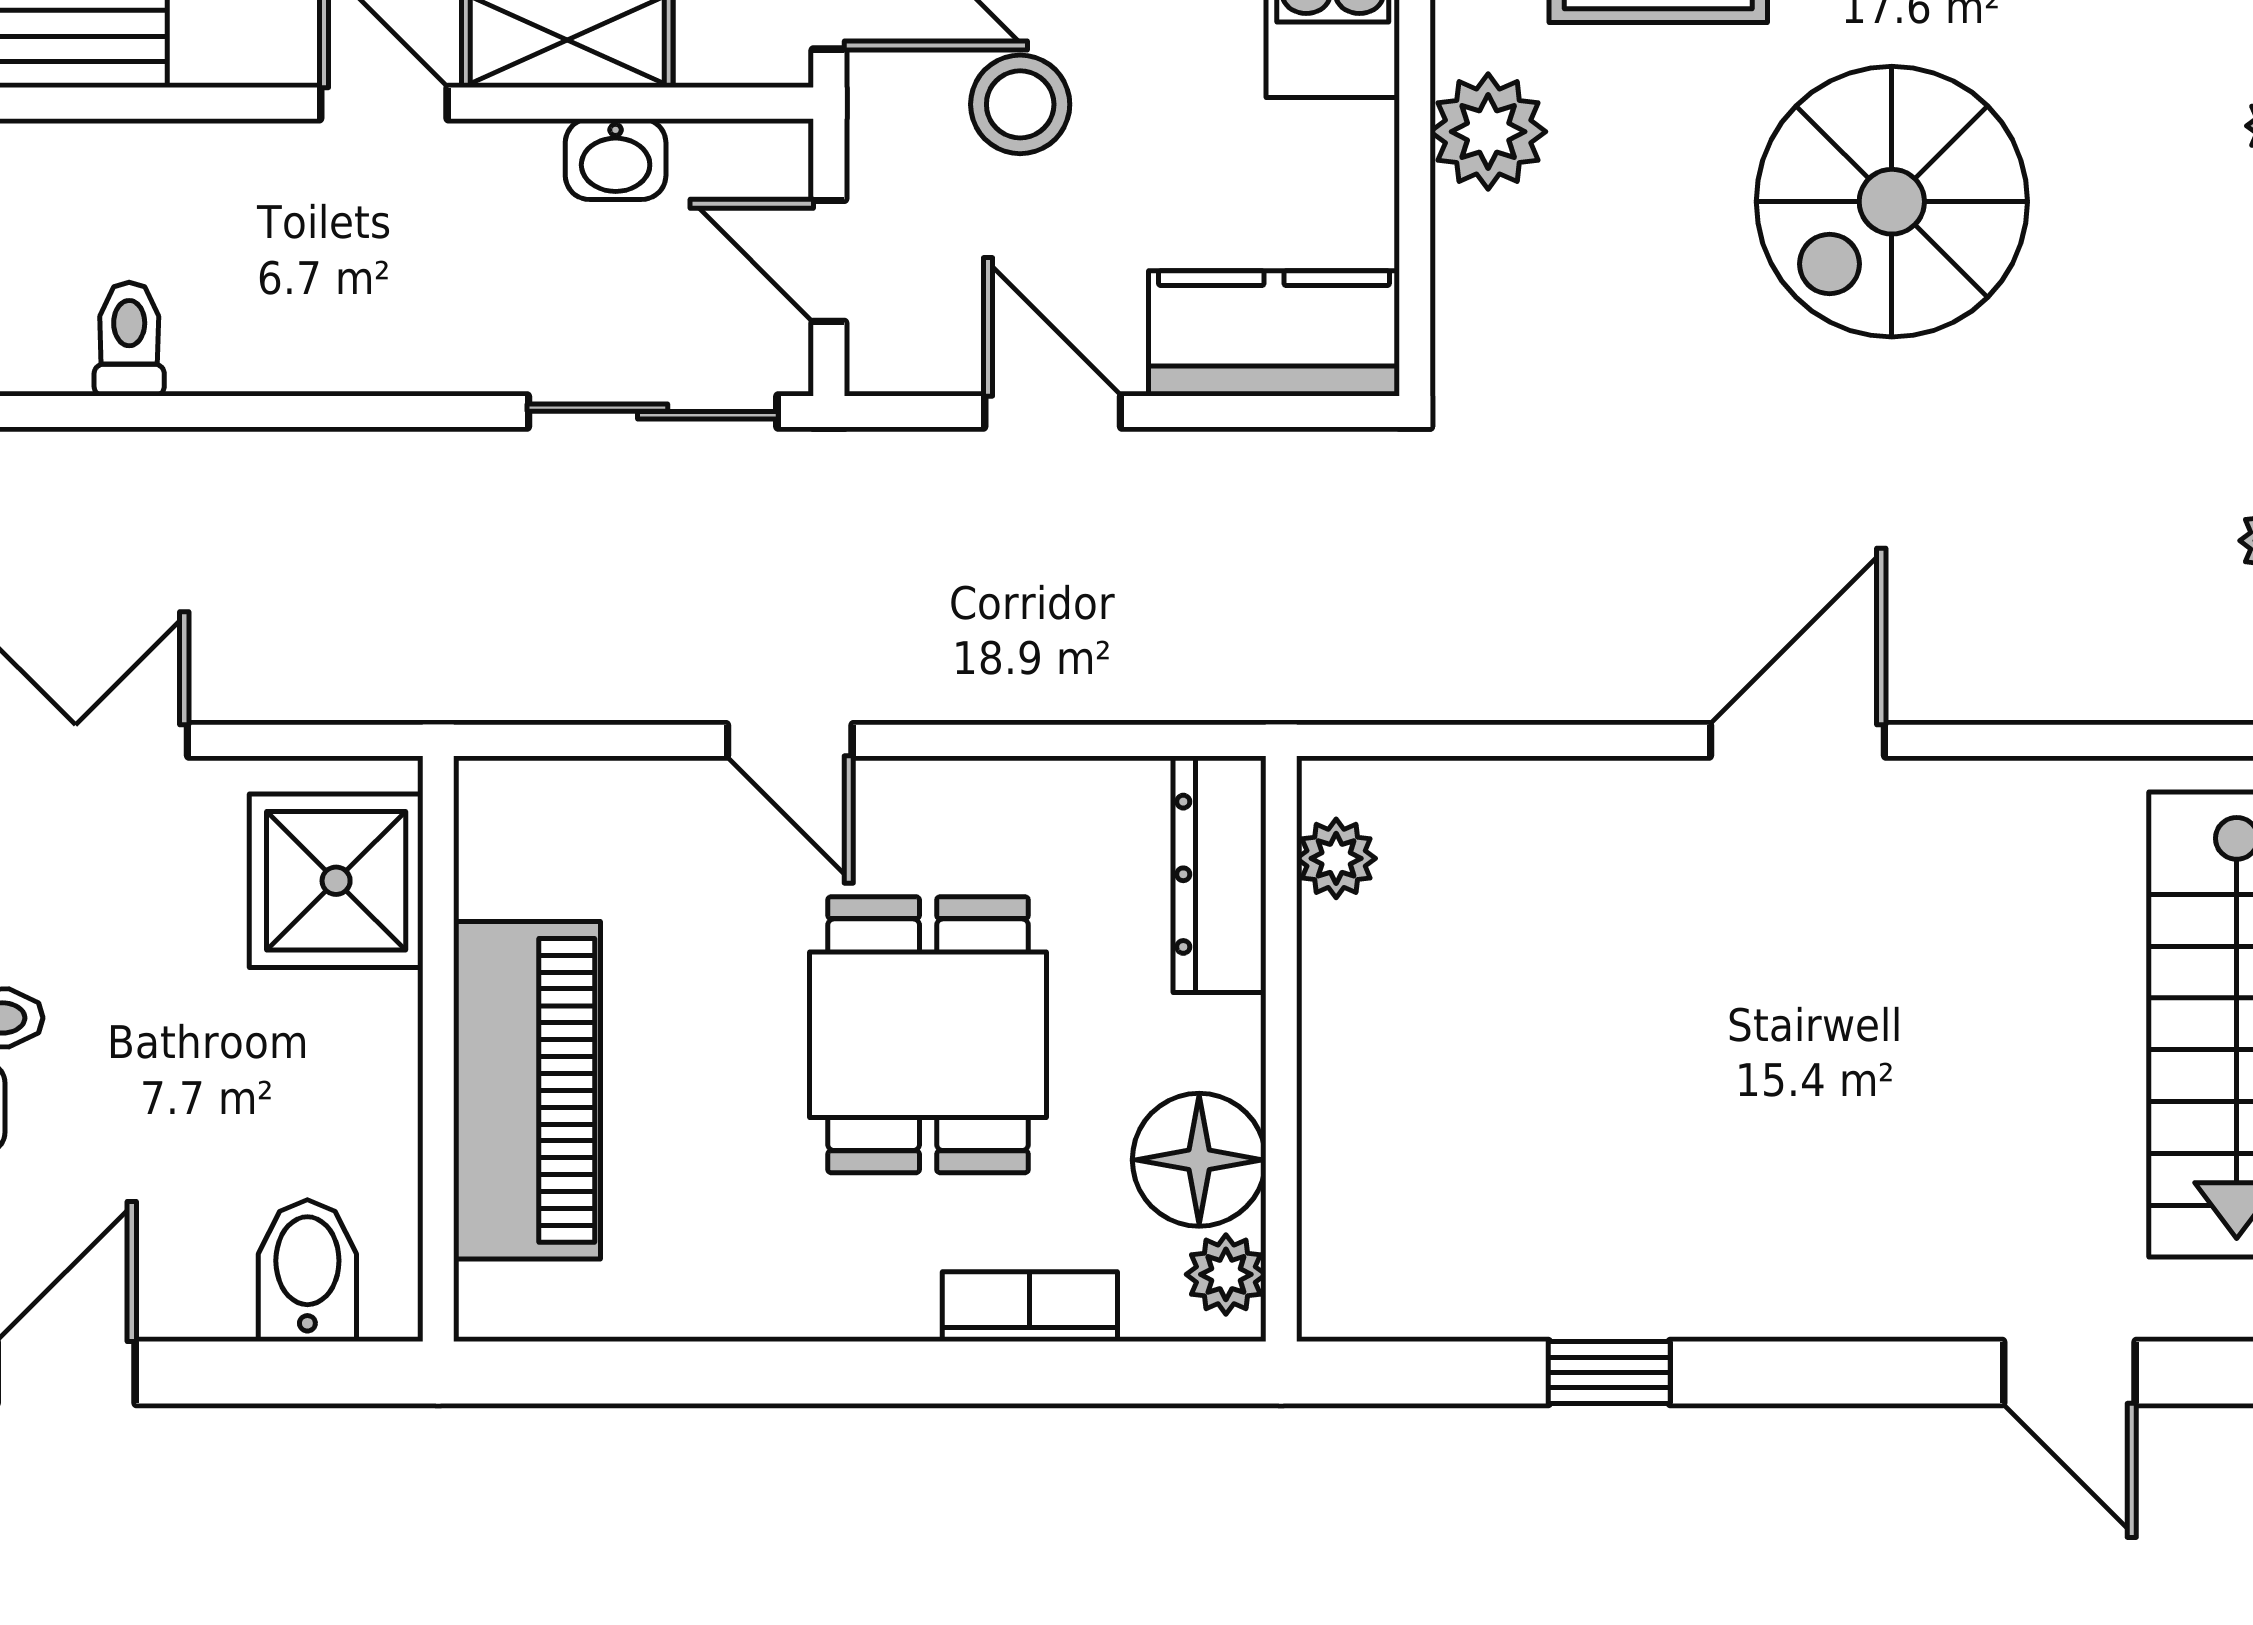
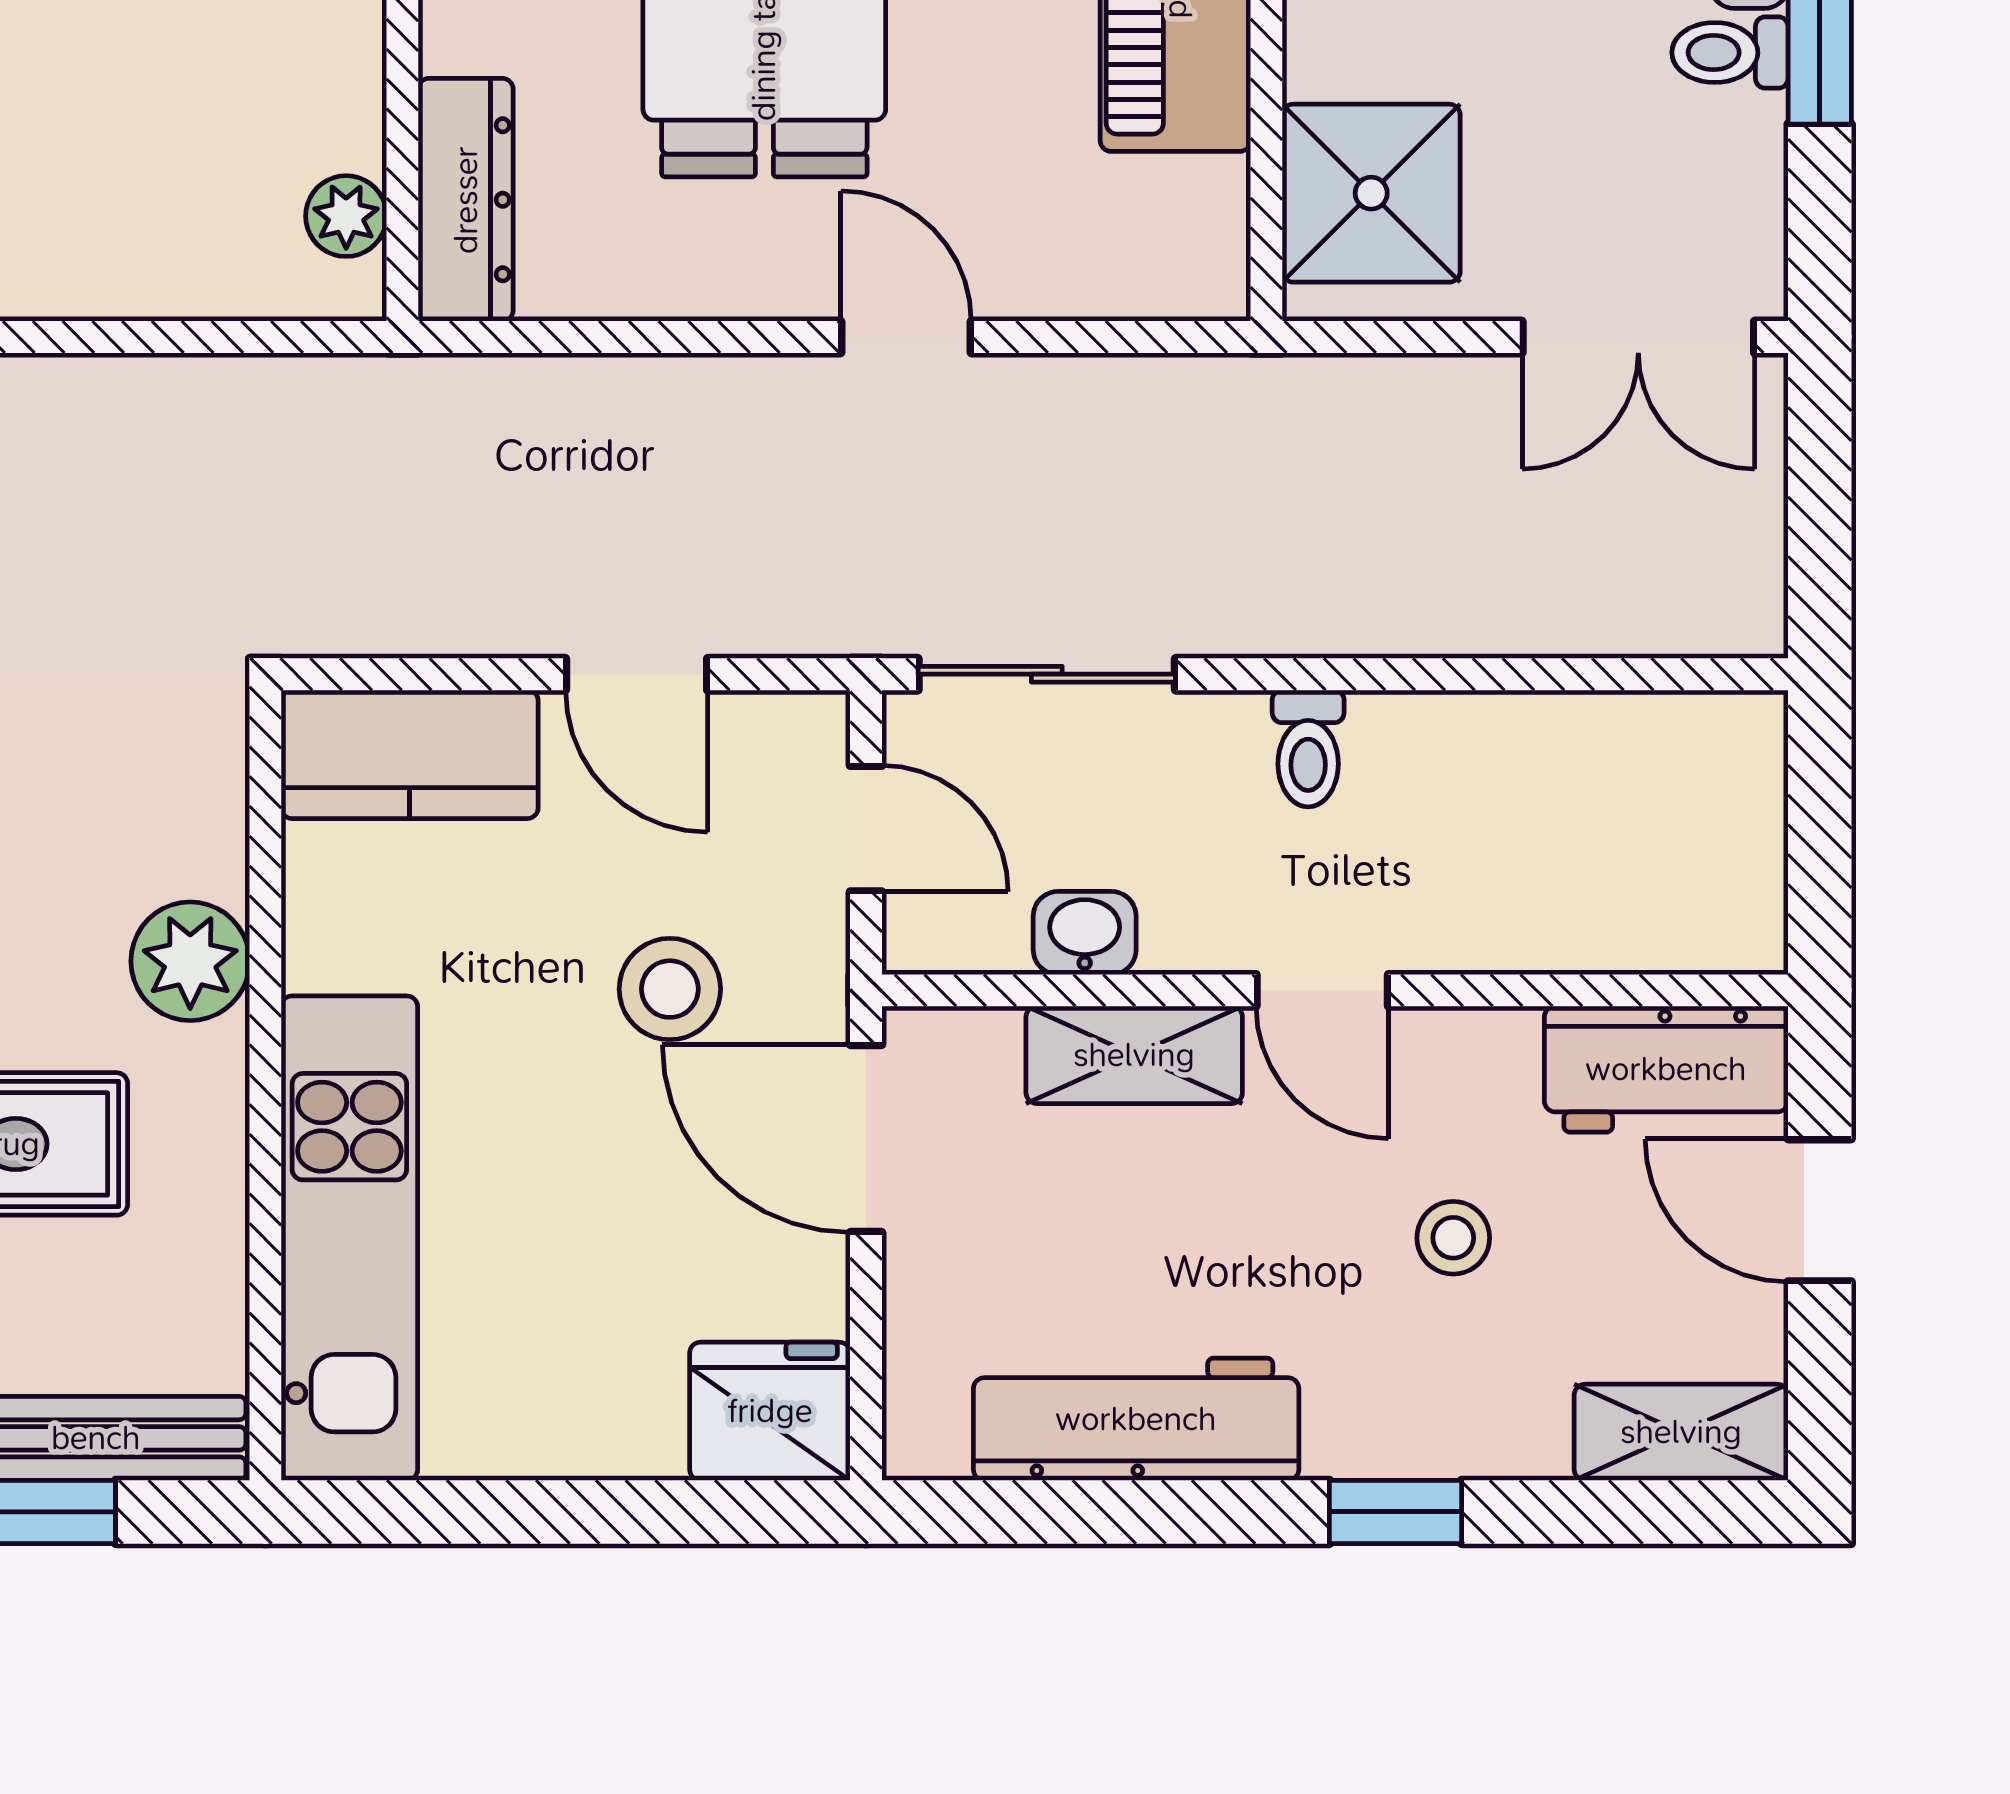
toilet: (129, 339) -> (1308, 748), moved

